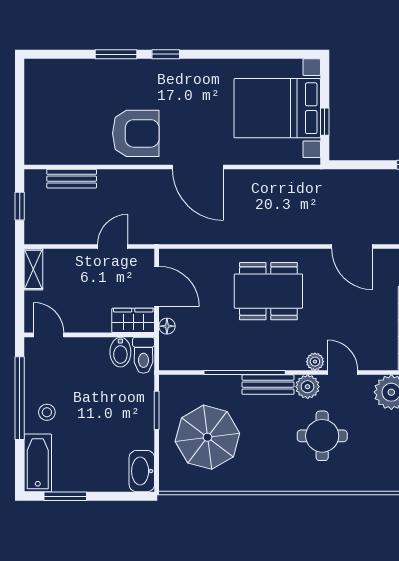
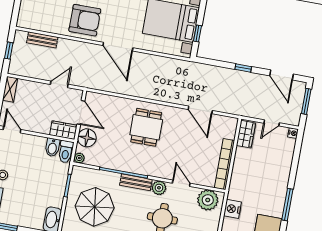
dining table: (268, 291) -> (146, 127), width x0.73
floor lamp: (167, 326) -> (87, 138), width x1.89, depth x1.89
plant: (315, 362) -> (79, 158), moved

